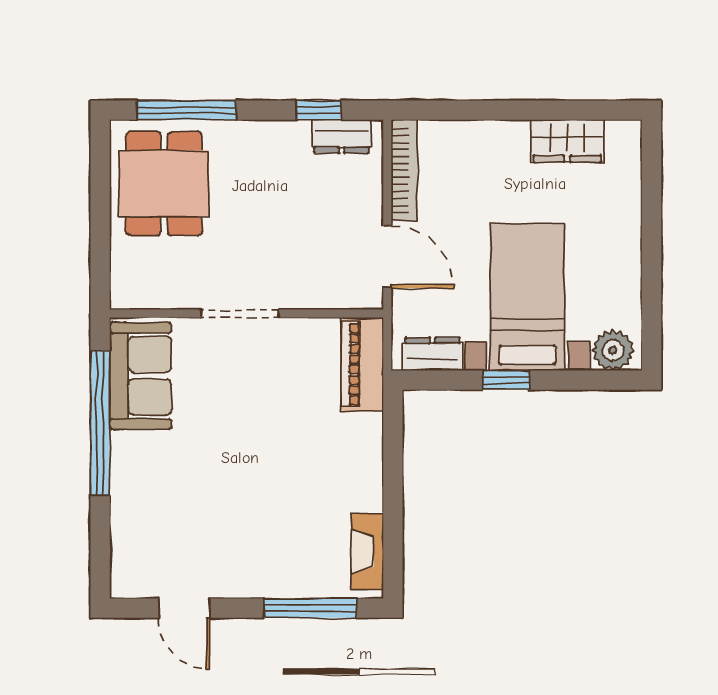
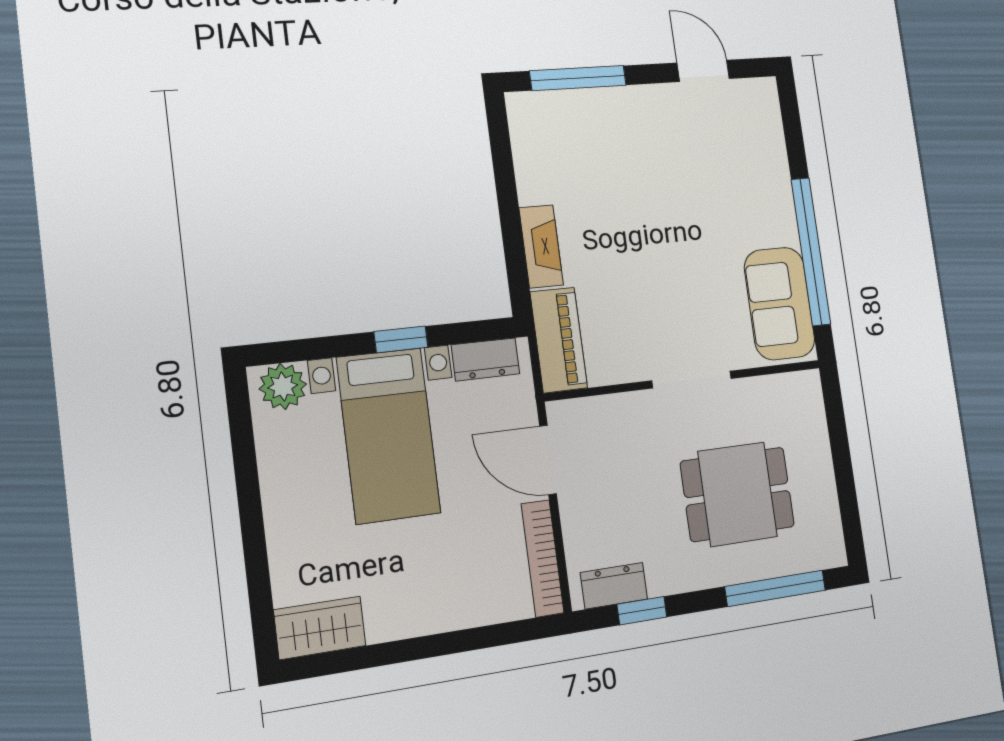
wardrobe: (567, 141) -> (320, 628), moved
dining table: (164, 184) -> (738, 494), moved, turned 90
fireplace: (367, 552) -> (541, 246), moved

